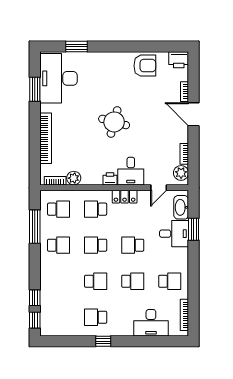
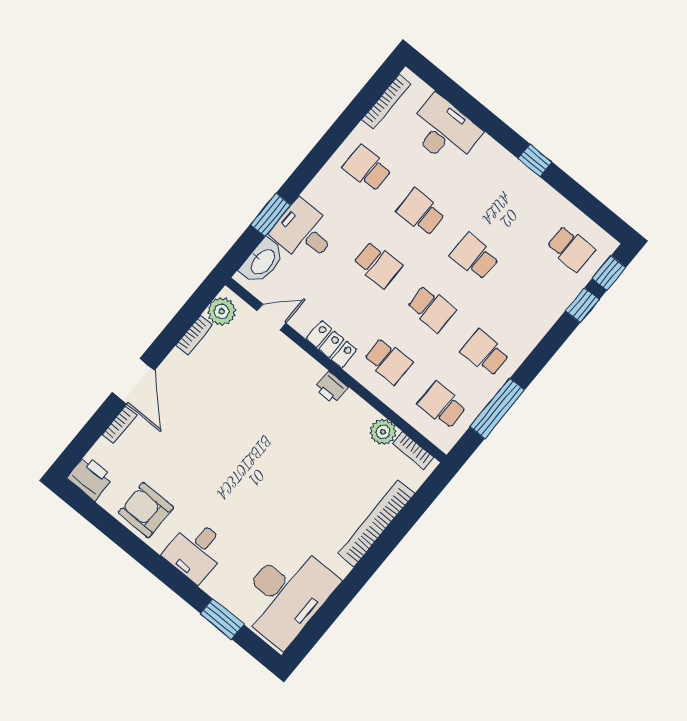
window: (35, 89) -> (334, 607), removed
round table: (114, 122) -> (258, 465), removed
desk: (131, 171) -> (196, 551), moved, turned 180
school desk: (96, 317) -> (571, 249), moved

